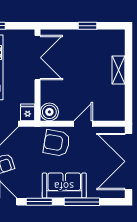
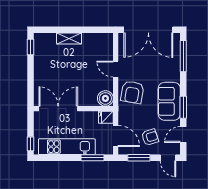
window: (88, 26) -> (31, 47), moved
sofa: (64, 186) -> (169, 101), moved
window: (82, 202) -> (183, 56), moved

